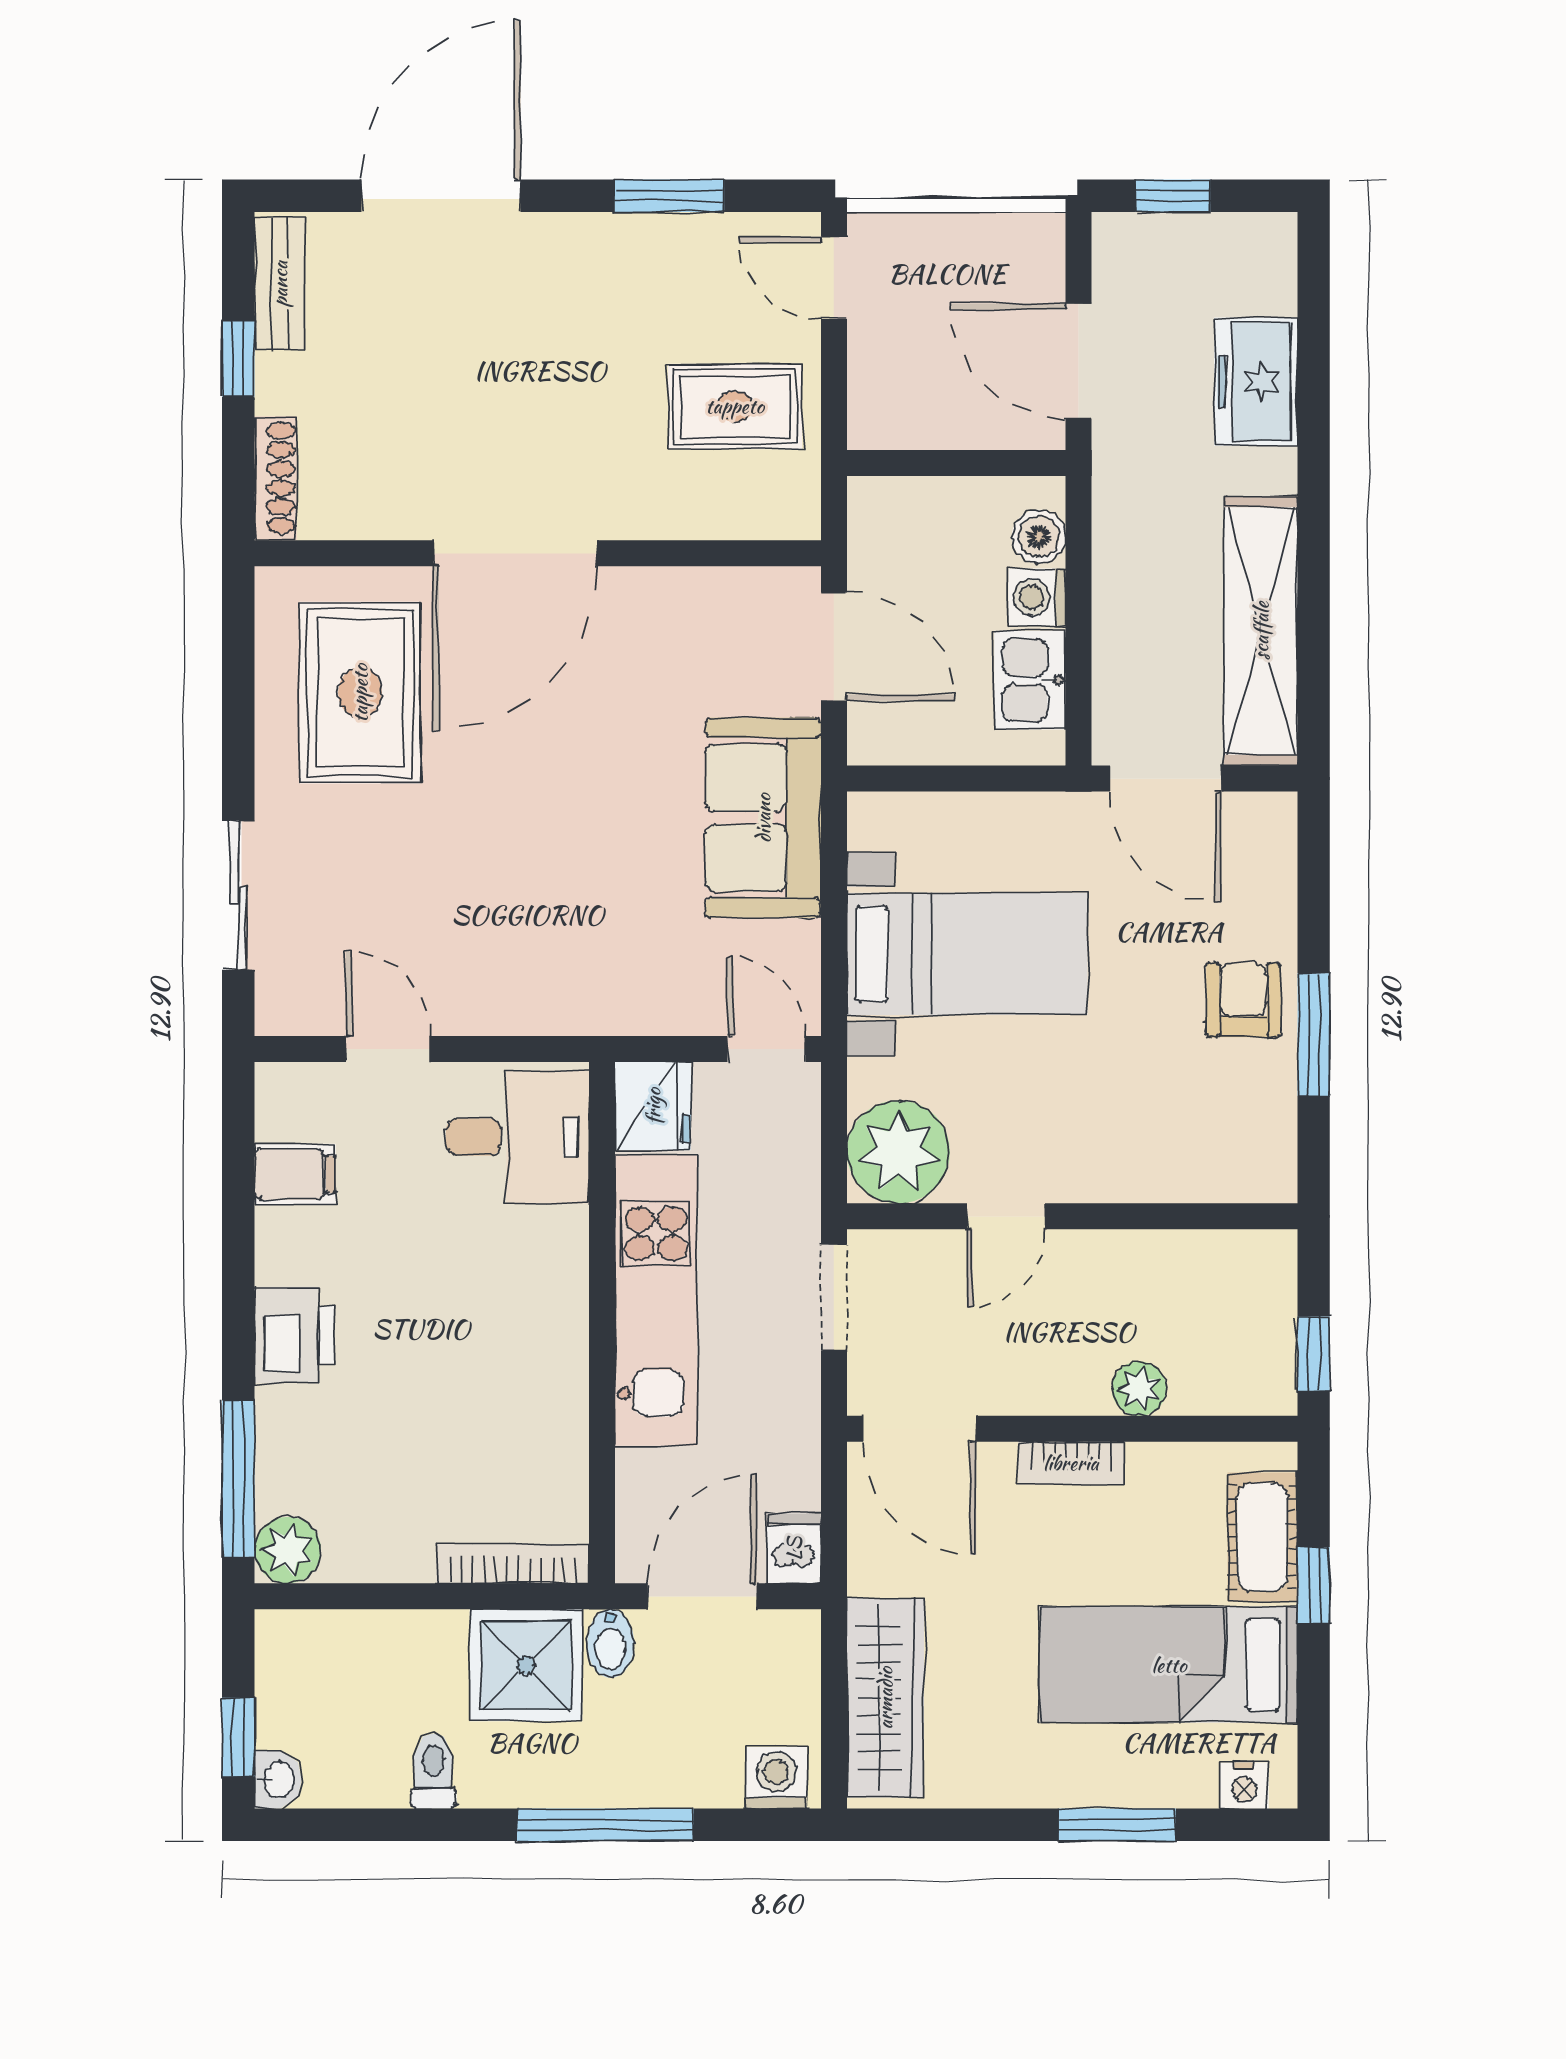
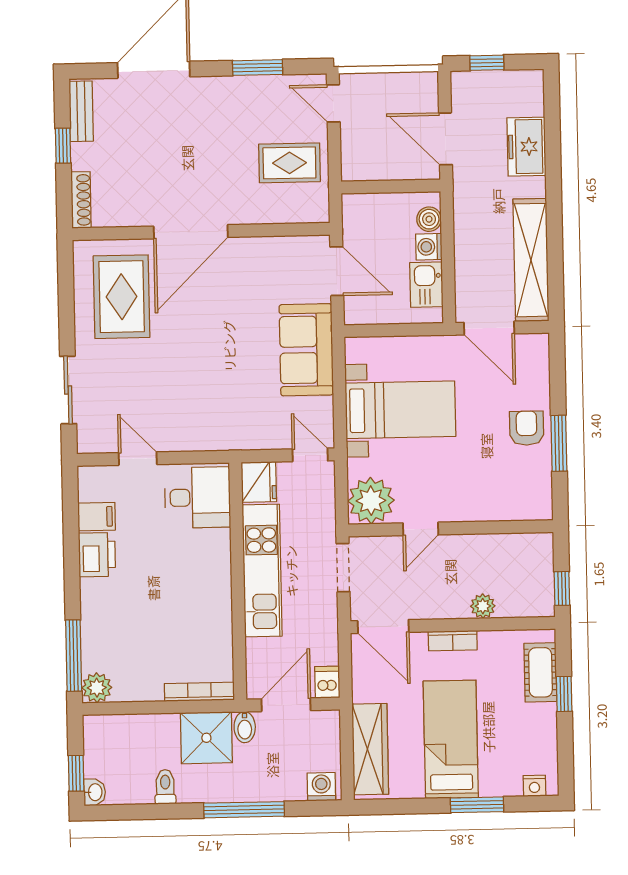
printer: (294, 1335) -> (97, 555), moved
bed: (1169, 1665) -> (451, 739), moved, turned 90

